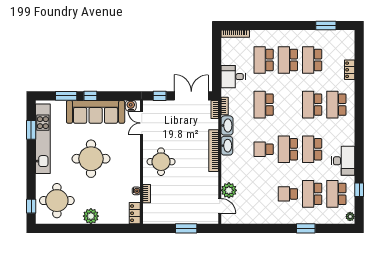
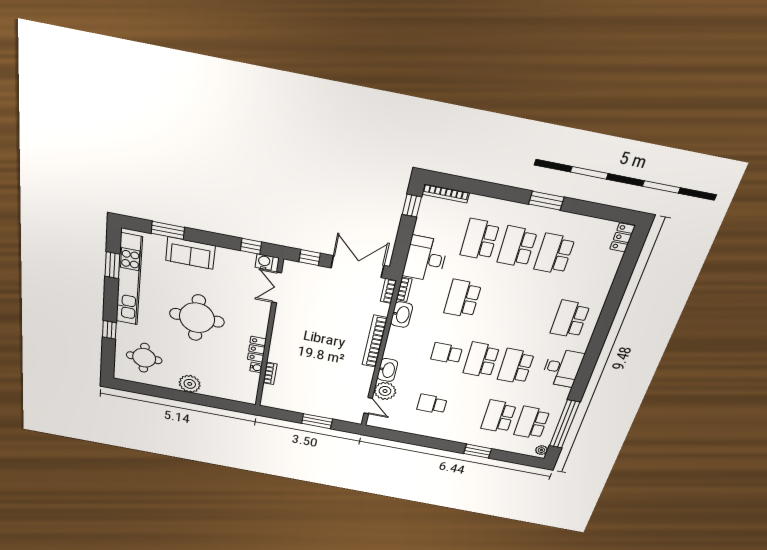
window: (326, 26) -> (546, 201), moved
window: (217, 46) -> (412, 206), added
locker: (350, 70) -> (622, 237), moved
desk: (233, 77) -> (425, 259), width x1.37
window: (90, 96) -> (251, 246), moved
school desk: (312, 105) -> (534, 312), removed
sofa: (96, 112) -> (191, 253), width x0.54, depth x0.79
washbasin: (227, 146) -> (387, 370), moved
desk: (343, 161) -> (562, 368), moved
round table: (161, 162) -> (297, 340), removed
window: (359, 190) -> (565, 424), width x3.17
school desk: (288, 194) -> (432, 404), moved
round table: (57, 201) -> (144, 358), width x0.73, depth x0.73
window: (31, 206) -> (109, 330), moved
locker: (135, 213) -> (257, 349), moved

